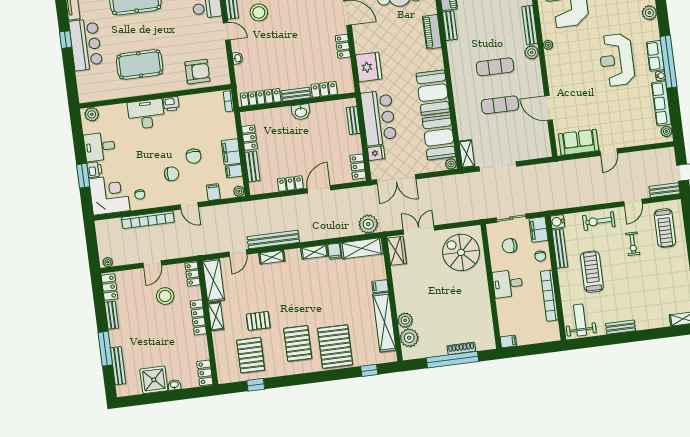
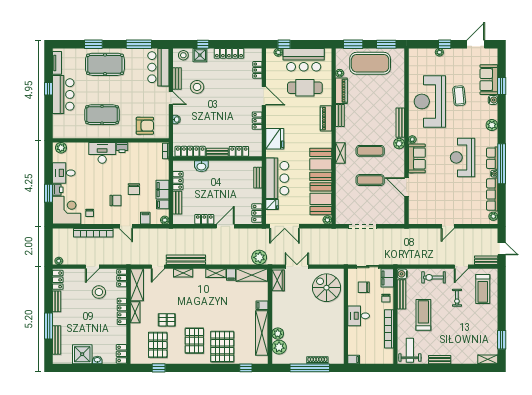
washbasin: (301, 112) -> (201, 166), moved
sofa: (579, 142) -> (417, 158), moved, turned 90
shelving: (467, 154) -> (340, 153), moved

